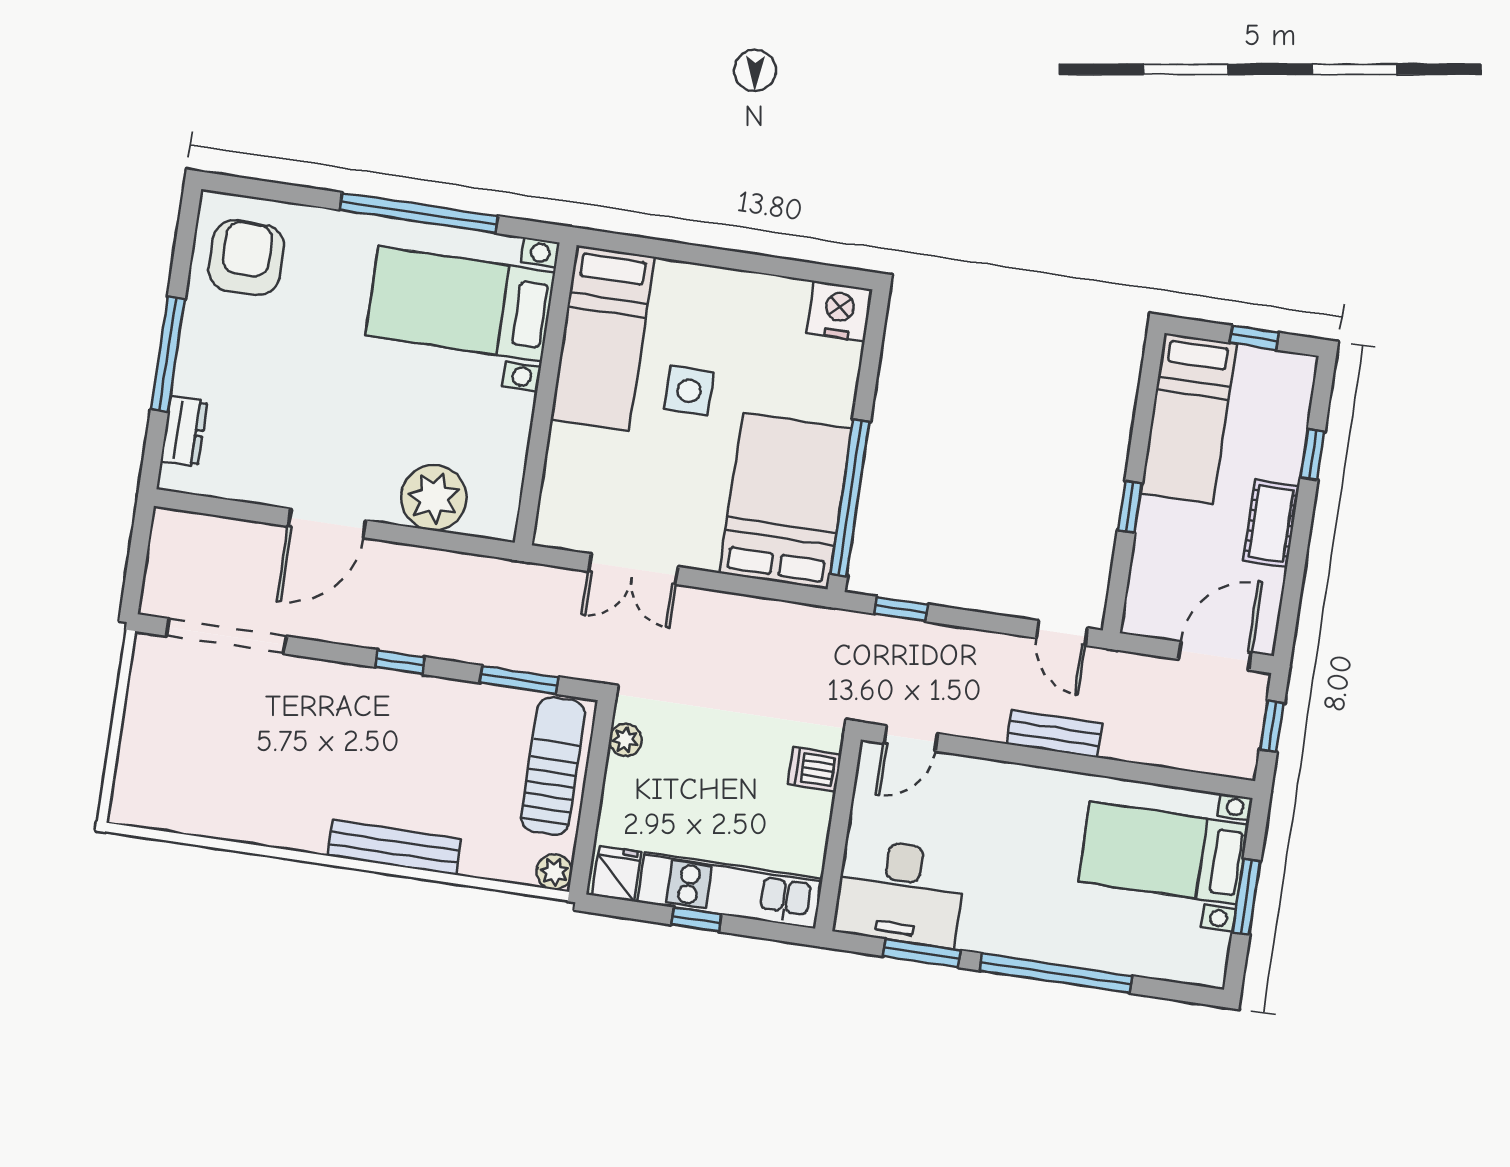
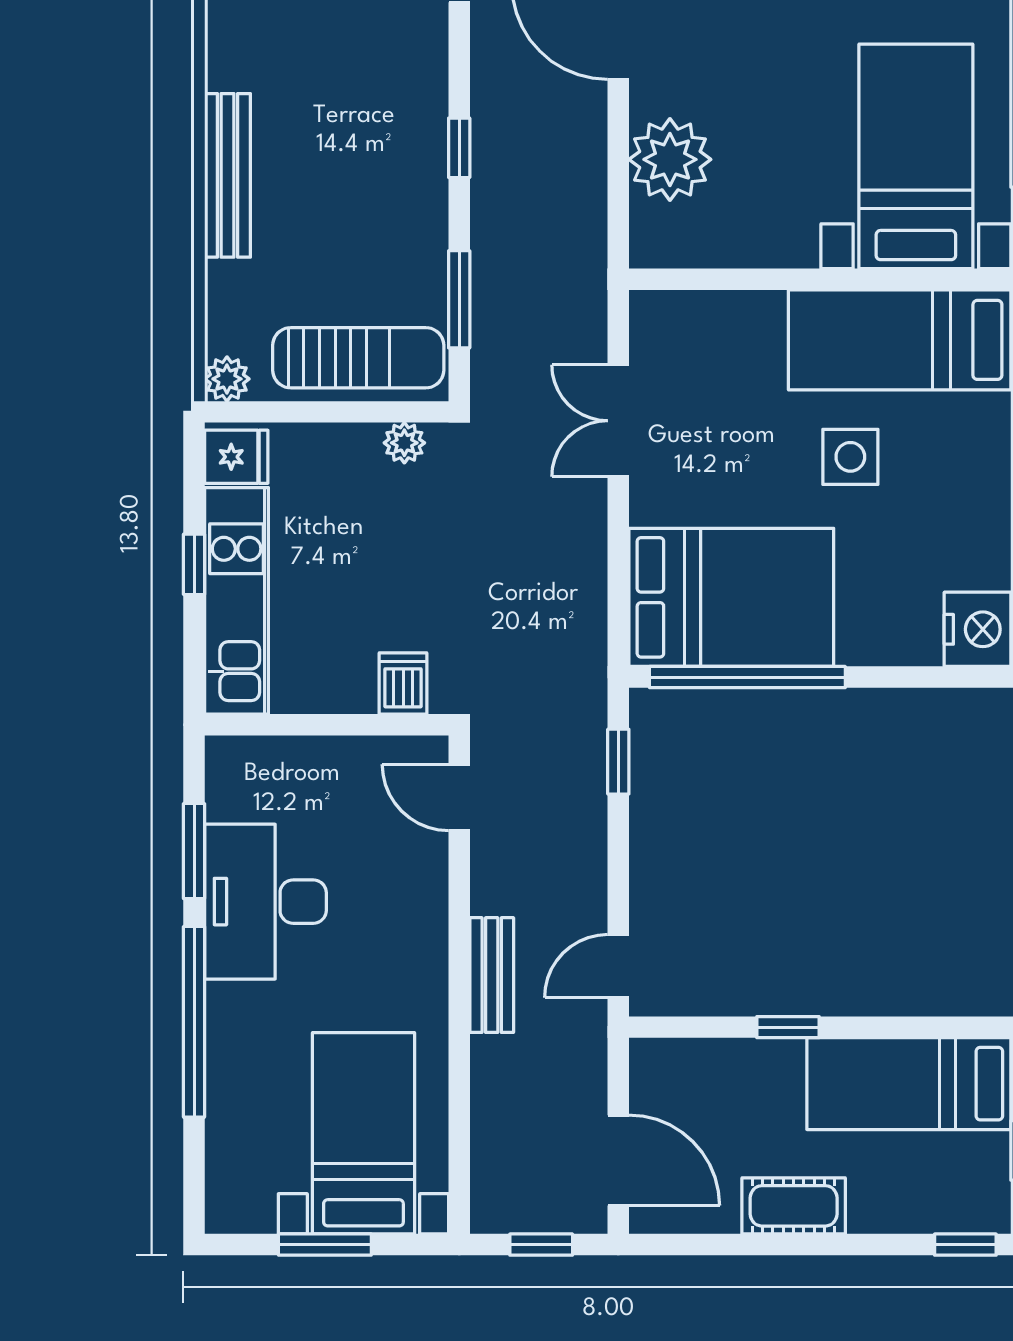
window: (1313, 454) -> (965, 1245), moved
desk: (900, 893) -> (265, 902), moved

